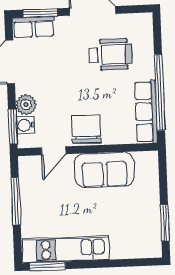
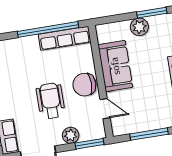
wheelchair: (110, 55) -> (51, 101), moved
water cooler: (25, 125) -> (87, 134), removed
plant: (149, 205) -> (139, 27), added

